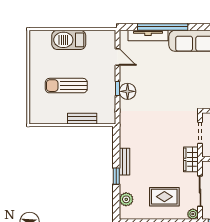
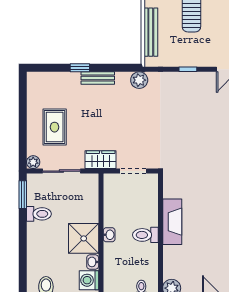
floor lamp: (128, 91) -> (184, 82), removed
bench: (82, 119) -> (151, 32), width x1.36
plant: (126, 199) -> (139, 80), moved

